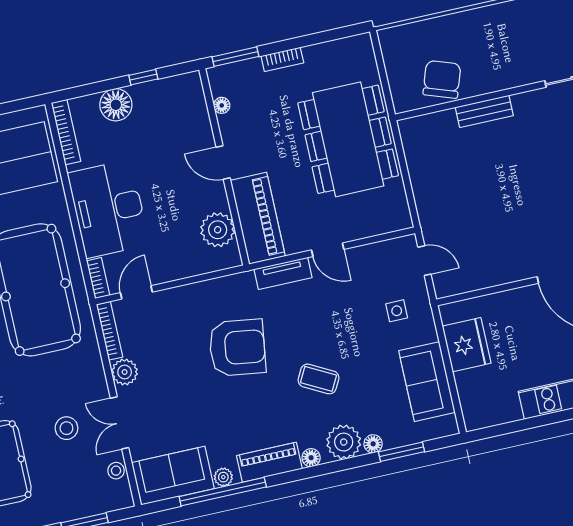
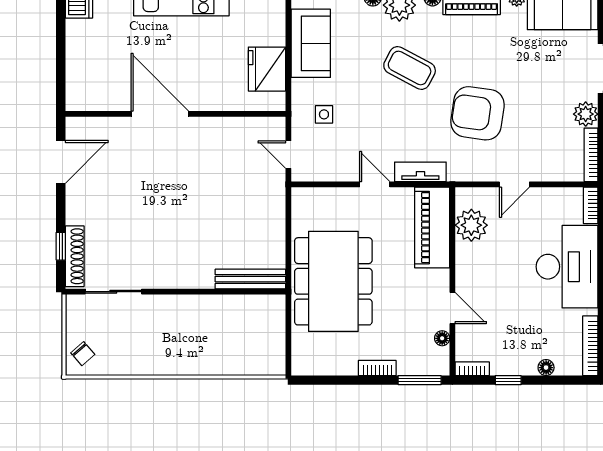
chair: (442, 79) -> (235, 317), removed
bookcase: (183, 81) -> (472, 369), added
floor lamp: (116, 105) -> (546, 368), width x0.53, depth x0.53
bench: (484, 111) -> (250, 279), moved, width x1.36
door: (223, 162) -> (452, 308), moved
door: (136, 292) -> (514, 184), moved
coffee table: (318, 379) -> (410, 68), width x1.36, depth x1.30

